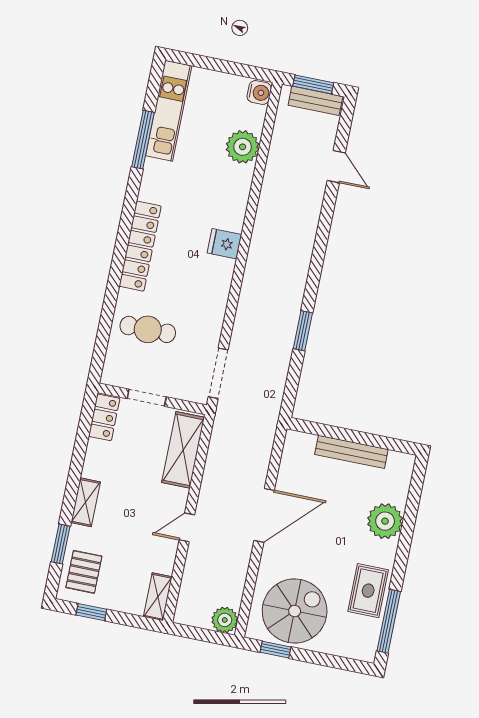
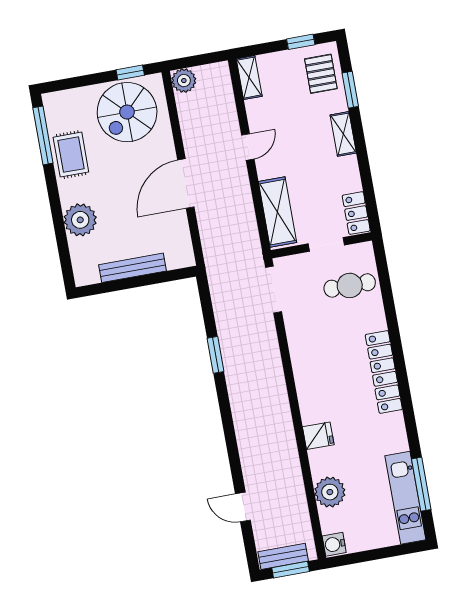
window: (143, 140) -> (421, 484), moved
fridge: (224, 244) -> (318, 436), moved
cafe table: (148, 329) -> (350, 285), moved

